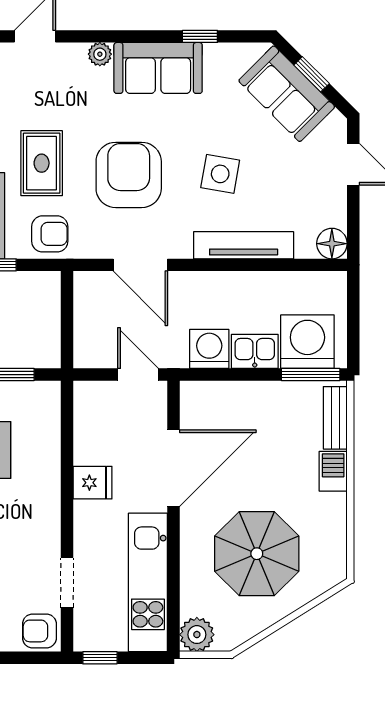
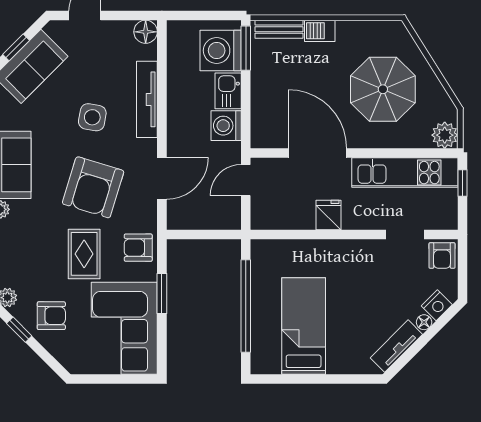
rug: (42, 163) -> (84, 254), turned 90
armchair: (129, 175) -> (93, 187), turned -73
armchair: (50, 234) -> (138, 248), turned -90
window: (100, 658) -> (463, 183), moved

